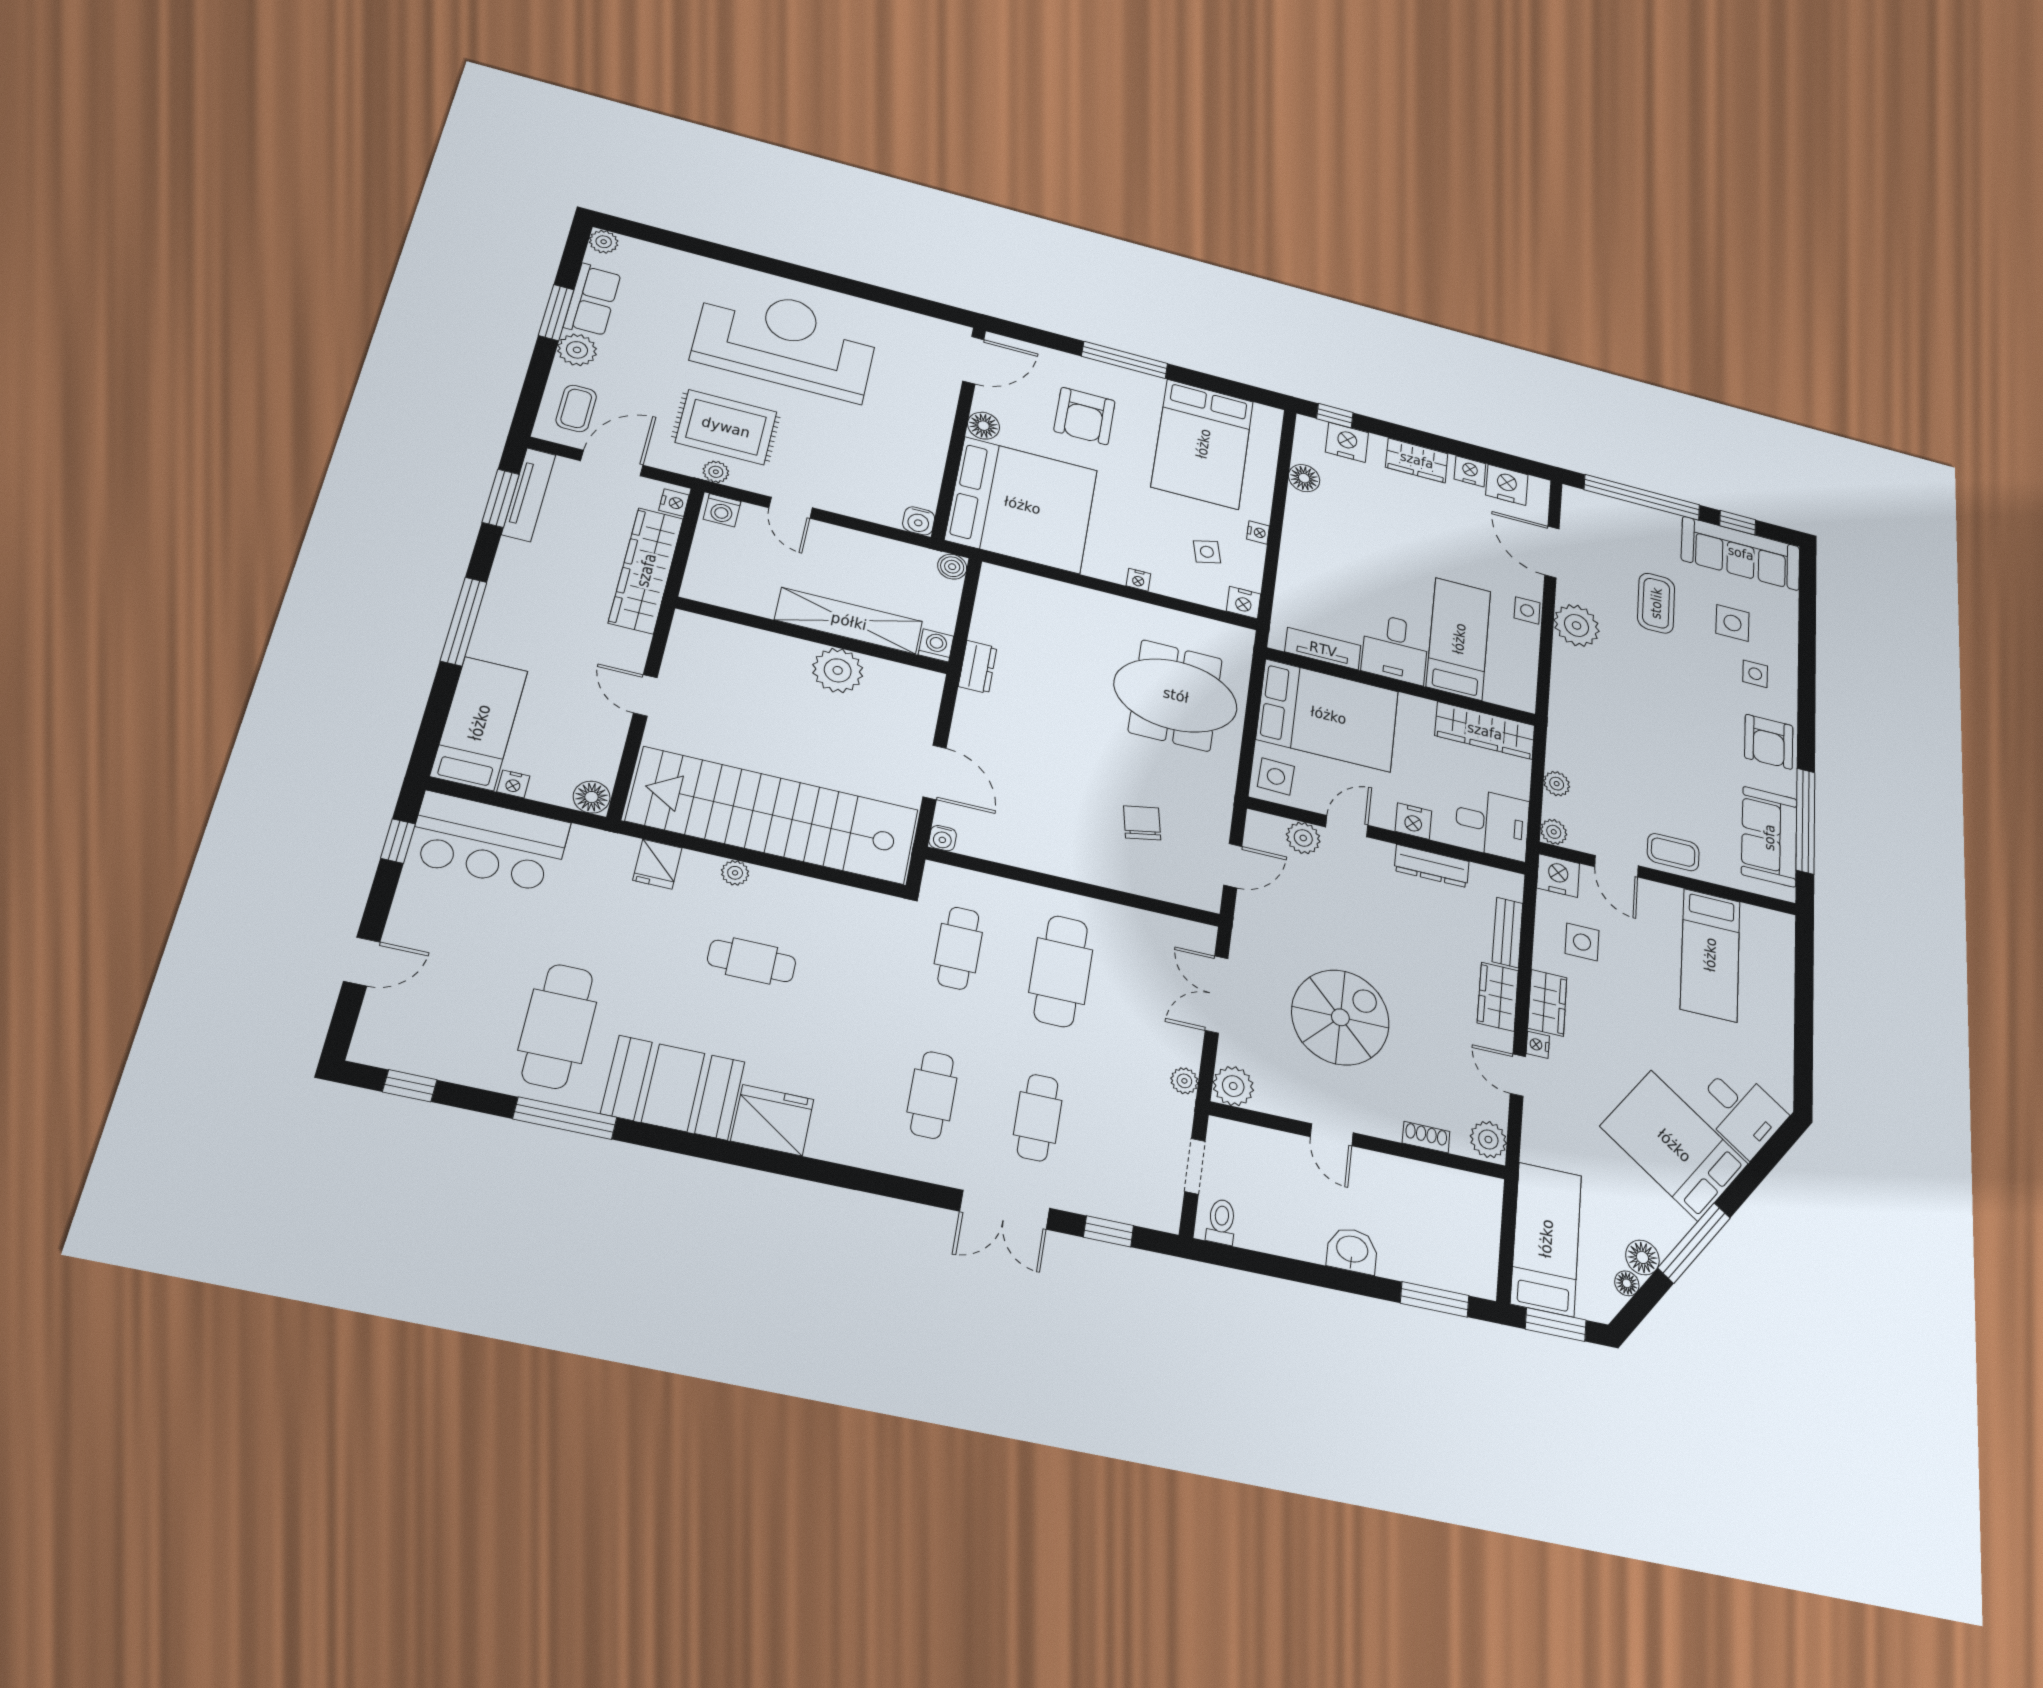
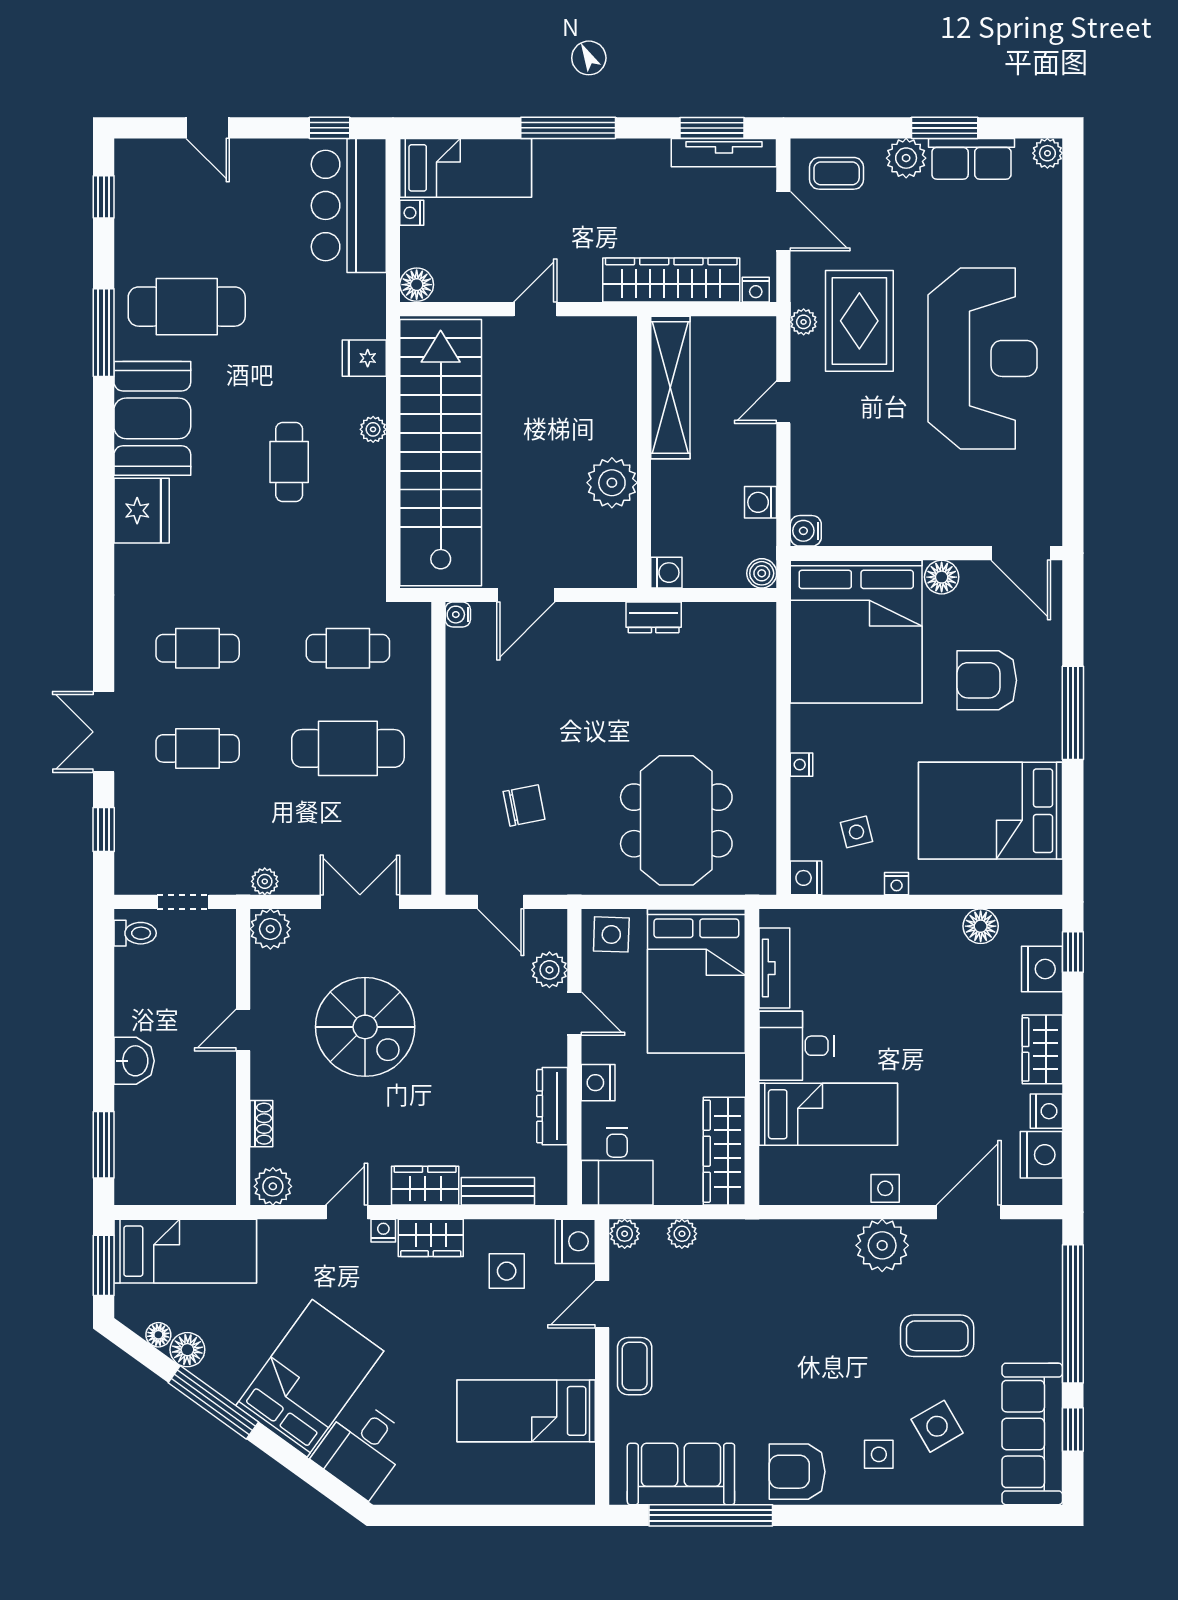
washing machine: (722, 510) -> (761, 502), moved
shelving: (849, 621) -> (670, 387), moved
side table: (1732, 623) -> (937, 1426), turned -30

